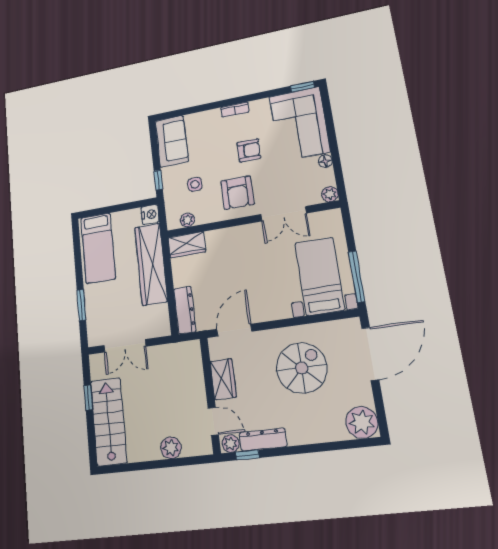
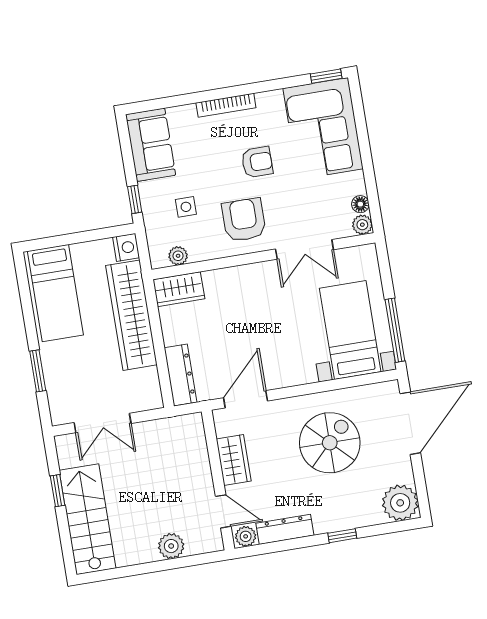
bookcase: (235, 110) -> (226, 105), width x1.56
floor lamp: (325, 161) -> (360, 204), moved
armchair: (237, 193) -> (244, 220), turned 180
window: (248, 455) -> (342, 536), moved

